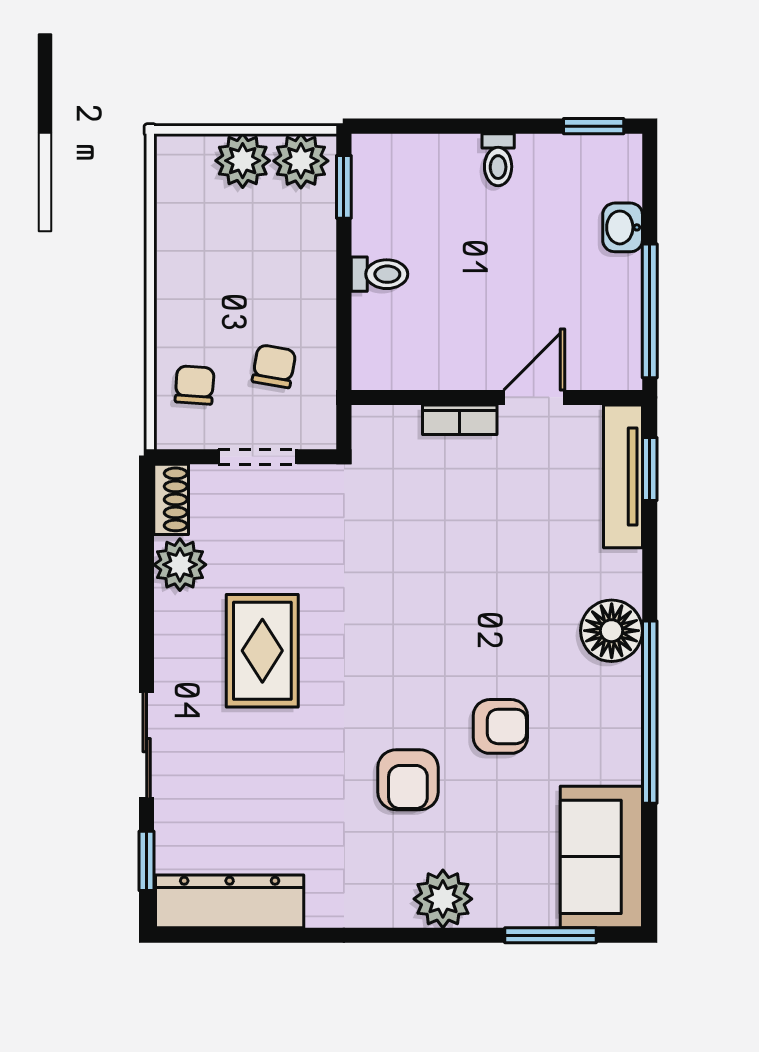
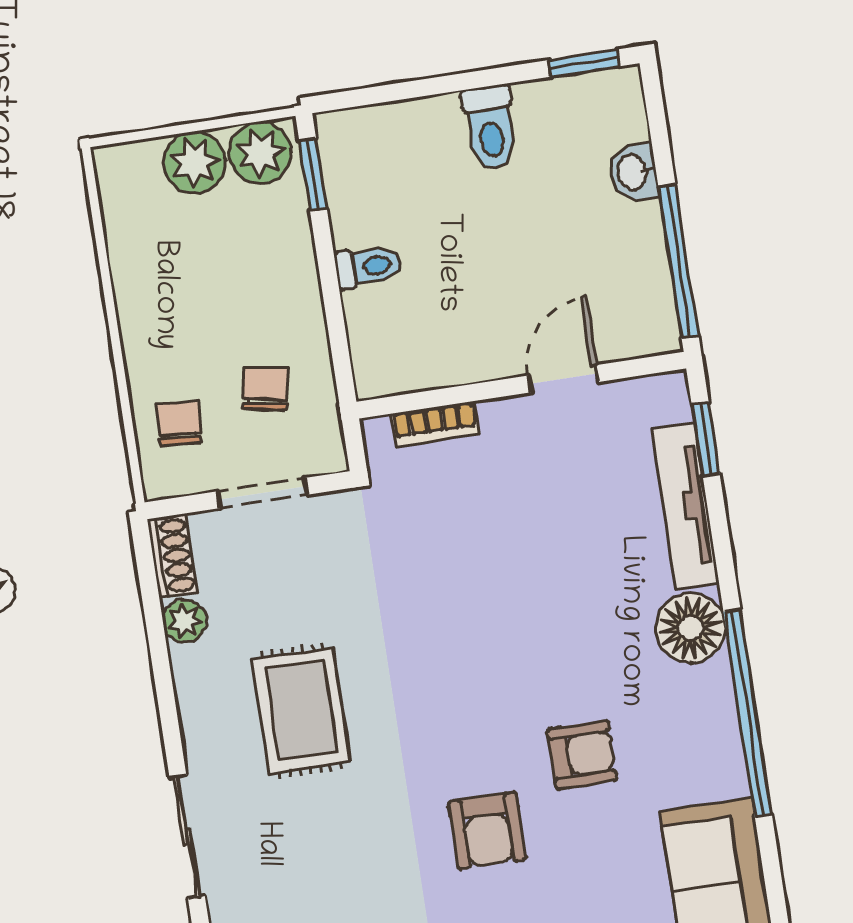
toilet: (498, 160) -> (490, 128), width x1.37, depth x1.39
bookcase: (460, 420) -> (435, 424), moved
tv unit: (623, 476) -> (685, 506), moved
plant: (180, 565) -> (184, 621), width x0.73, depth x0.73

